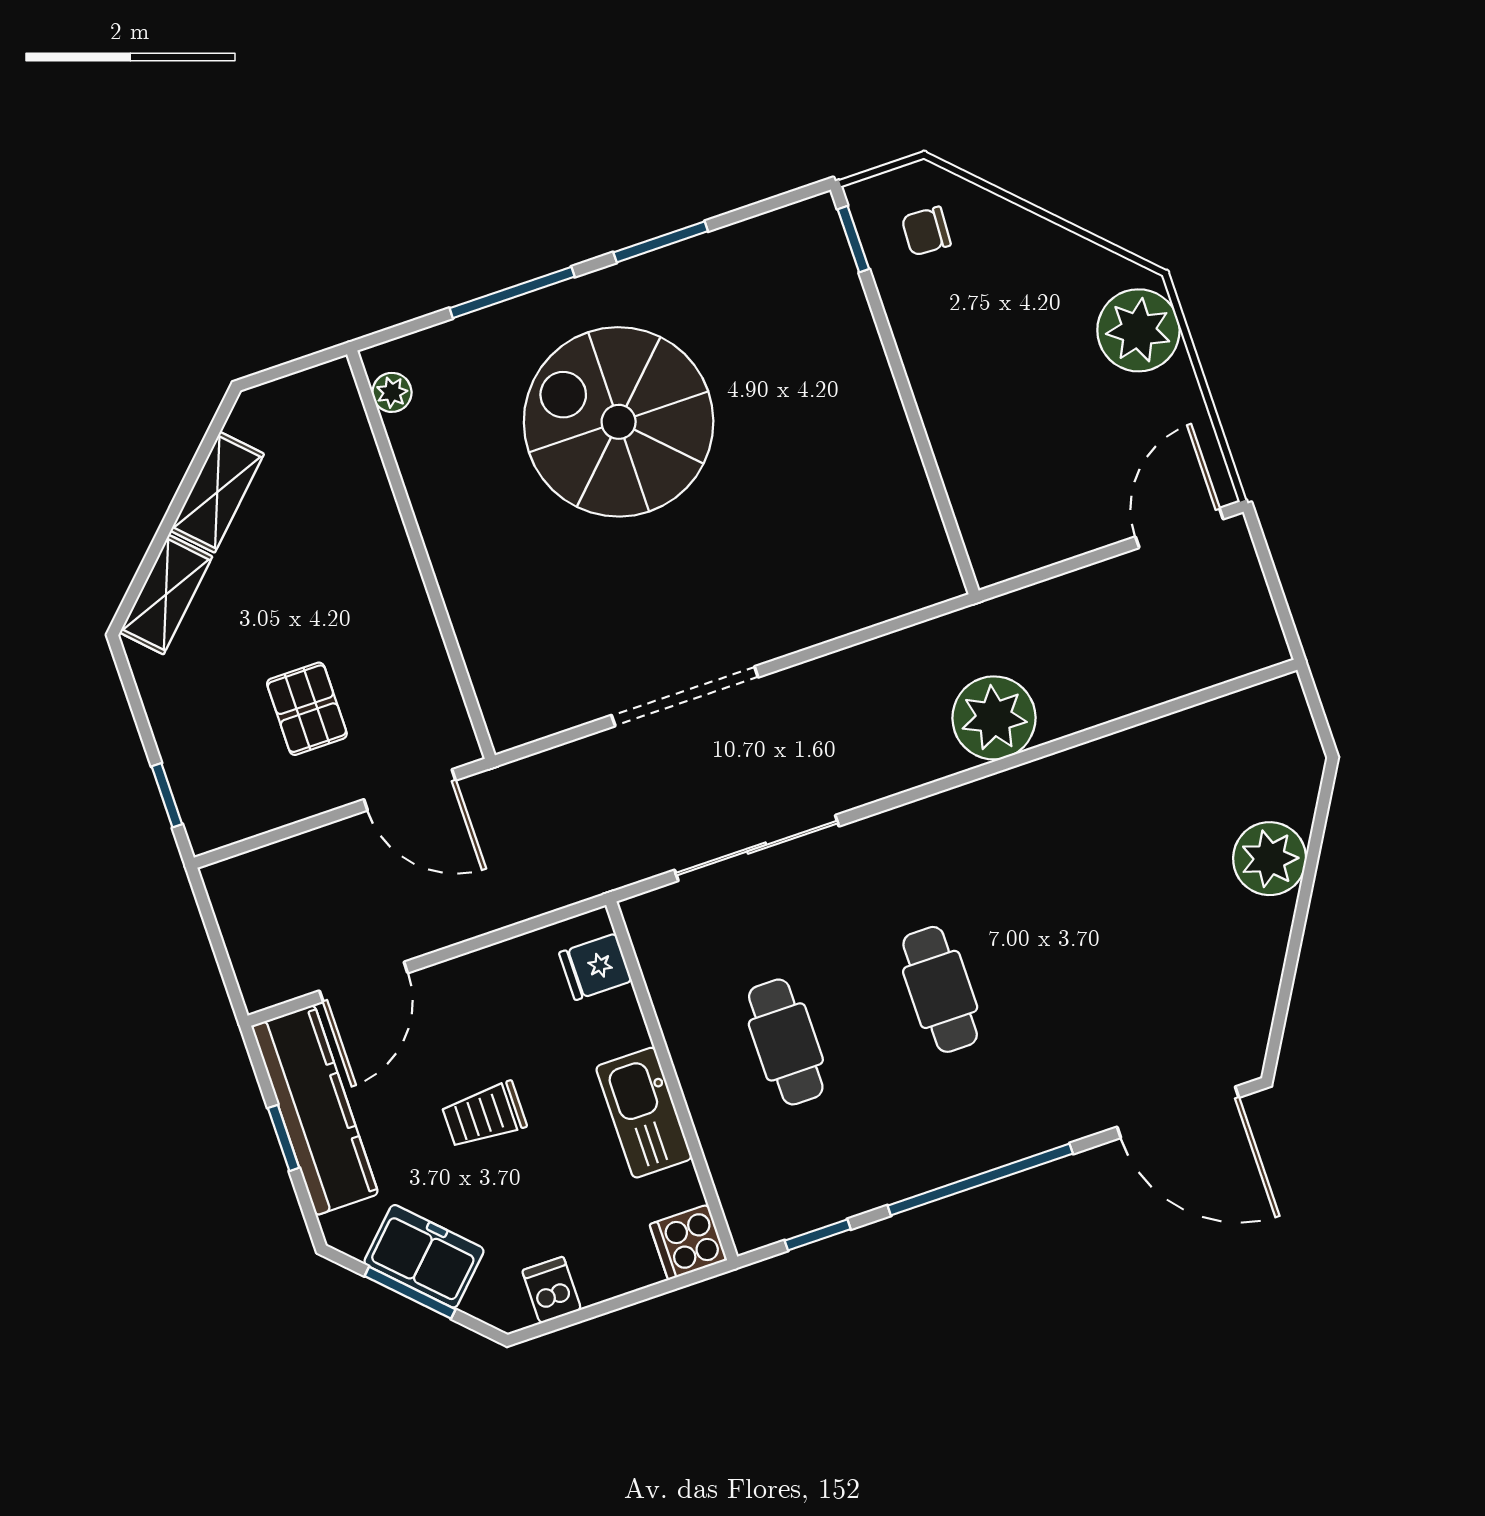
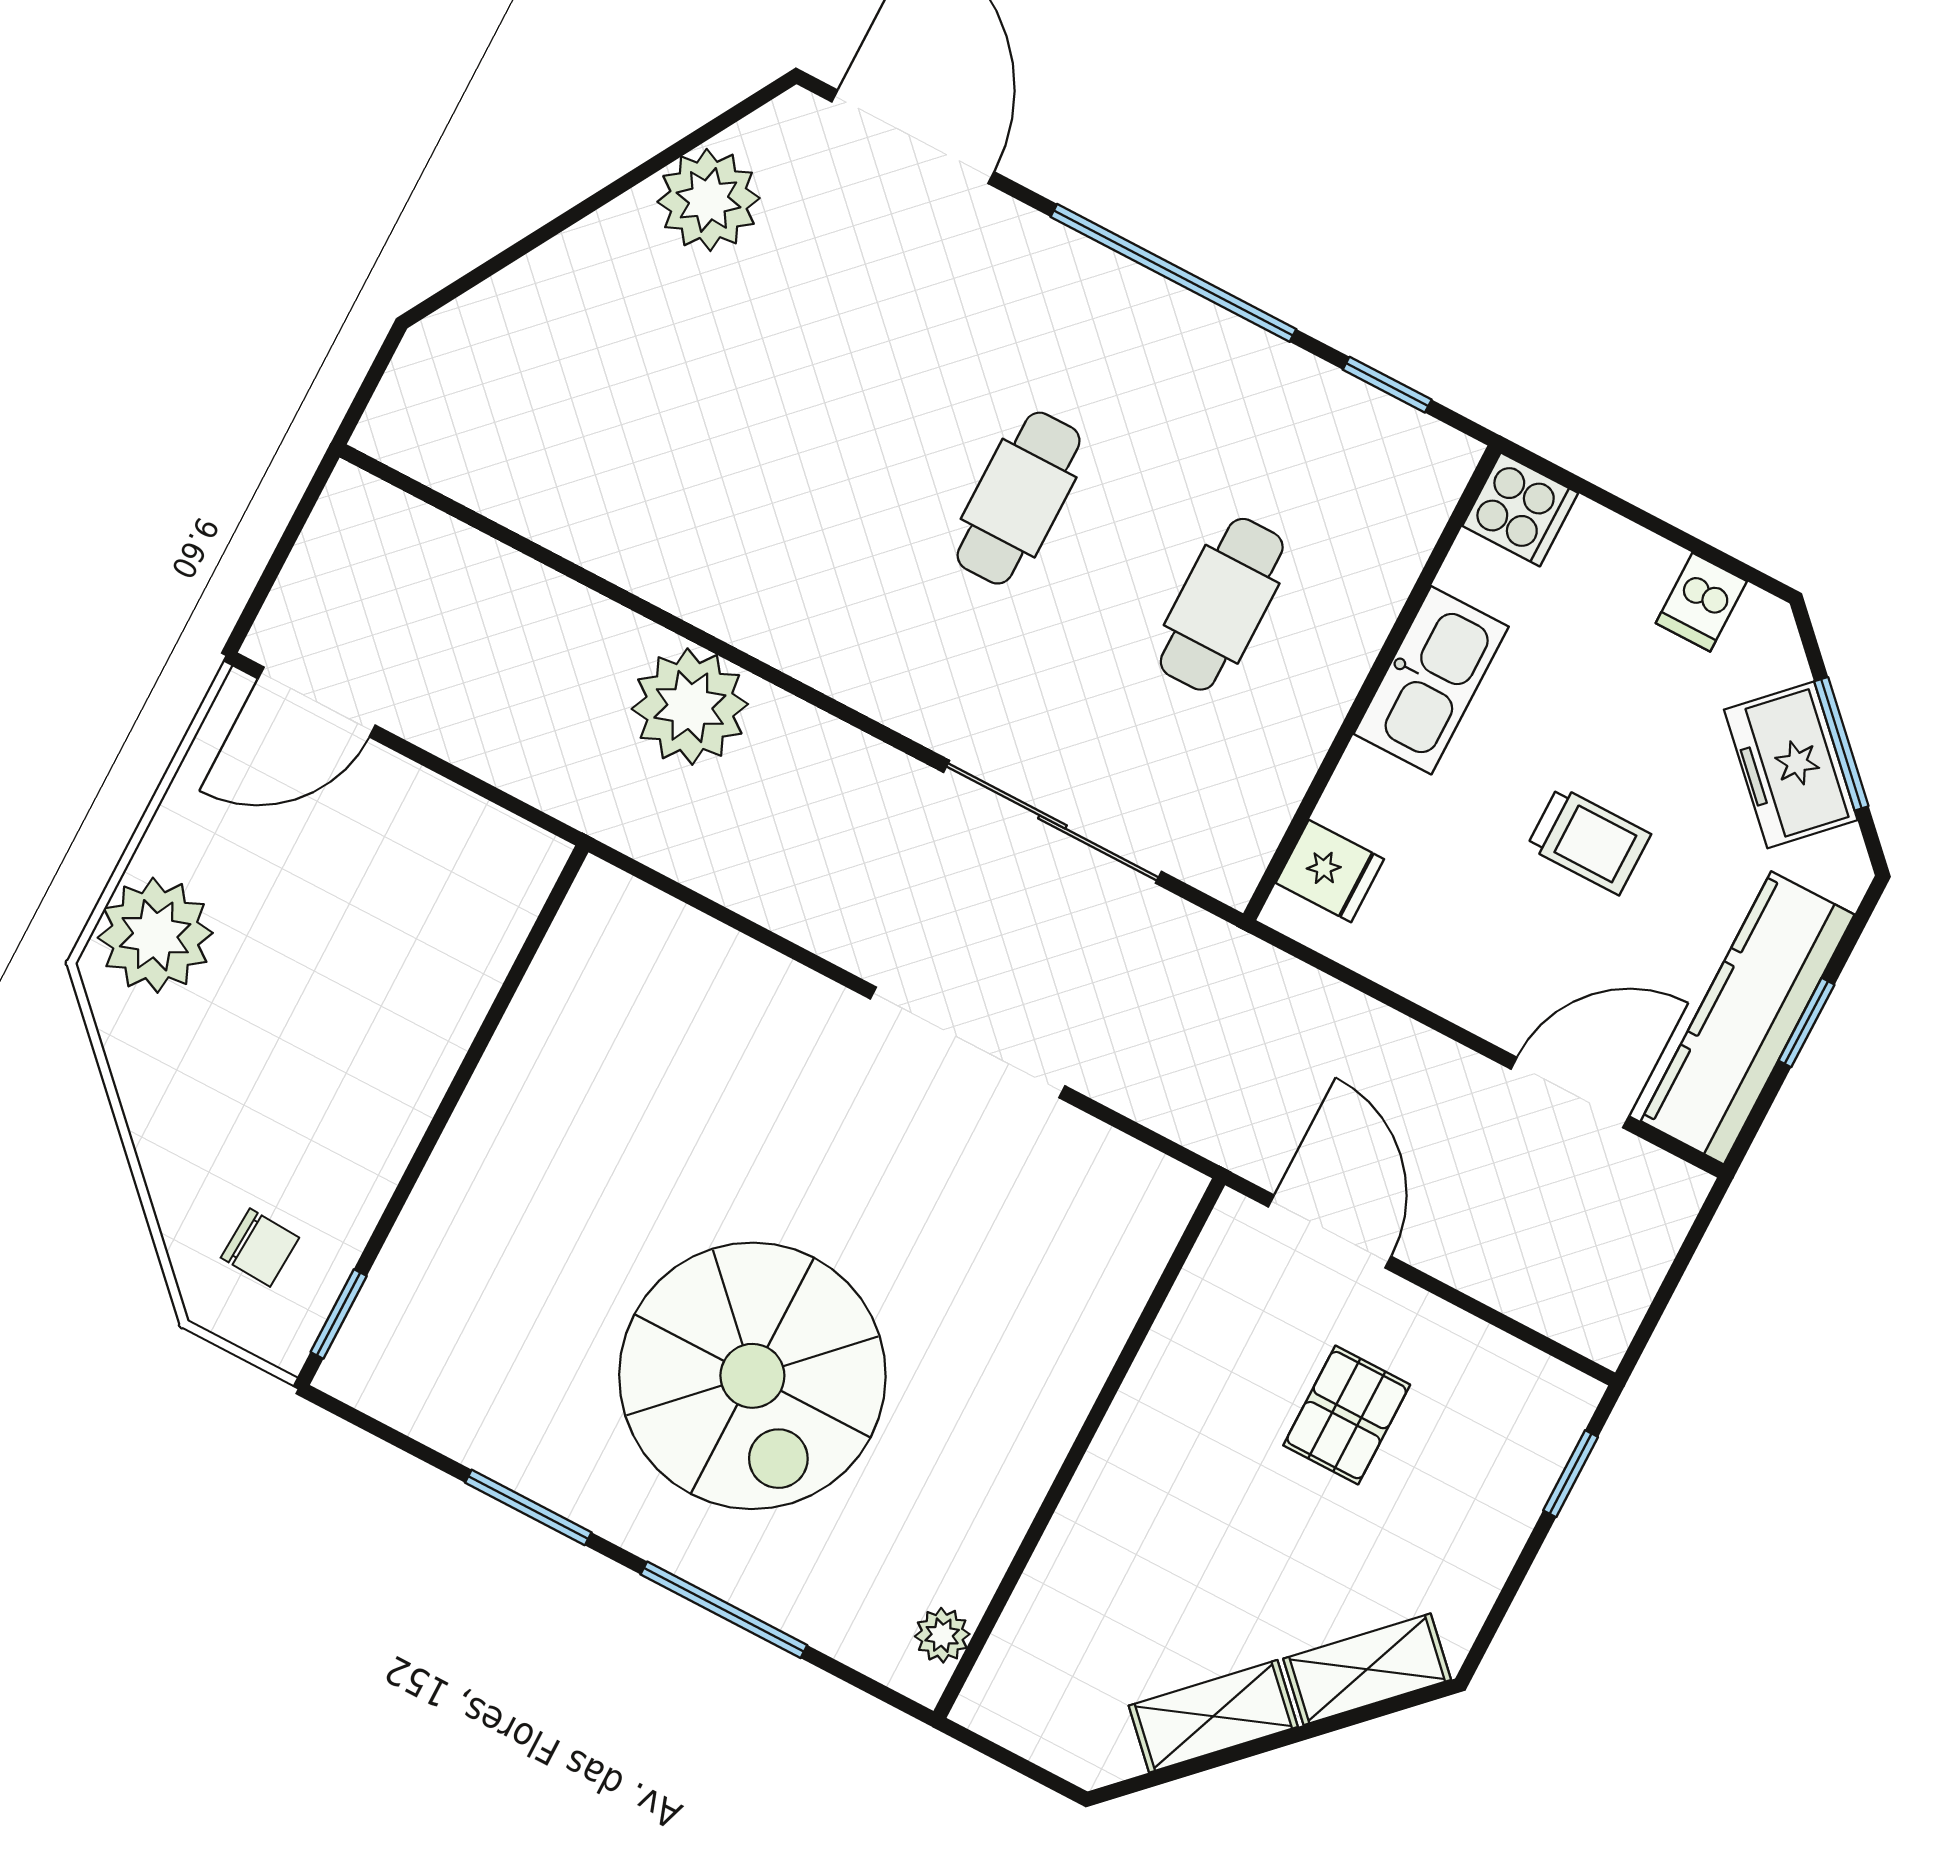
plant: (1270, 859) -> (709, 200), moved

